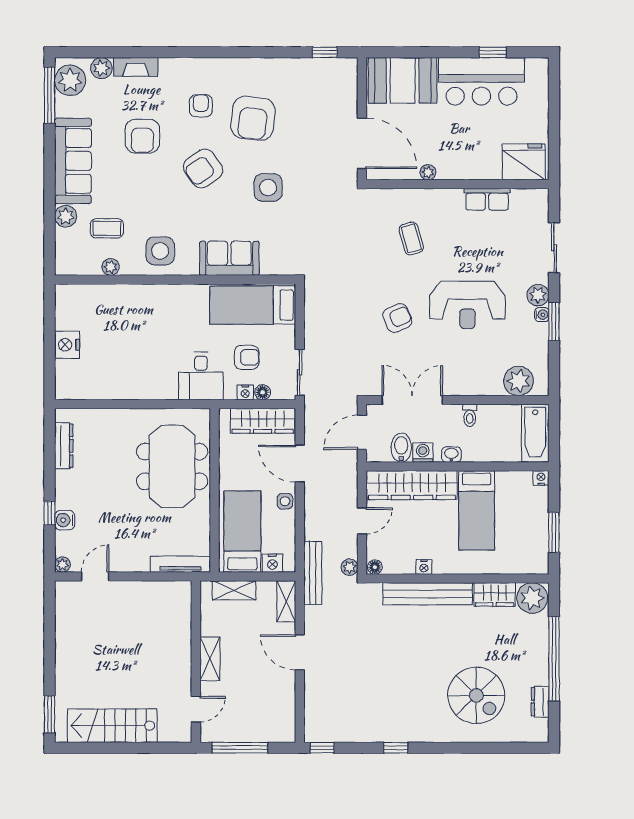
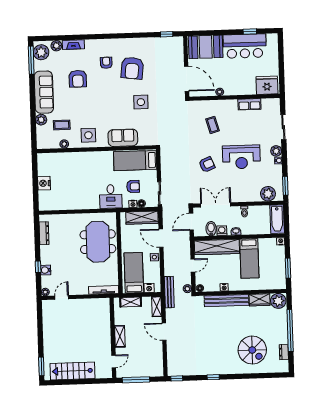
armchair: (203, 168) -> (108, 94), removed
window: (554, 322) -> (285, 186), moved

